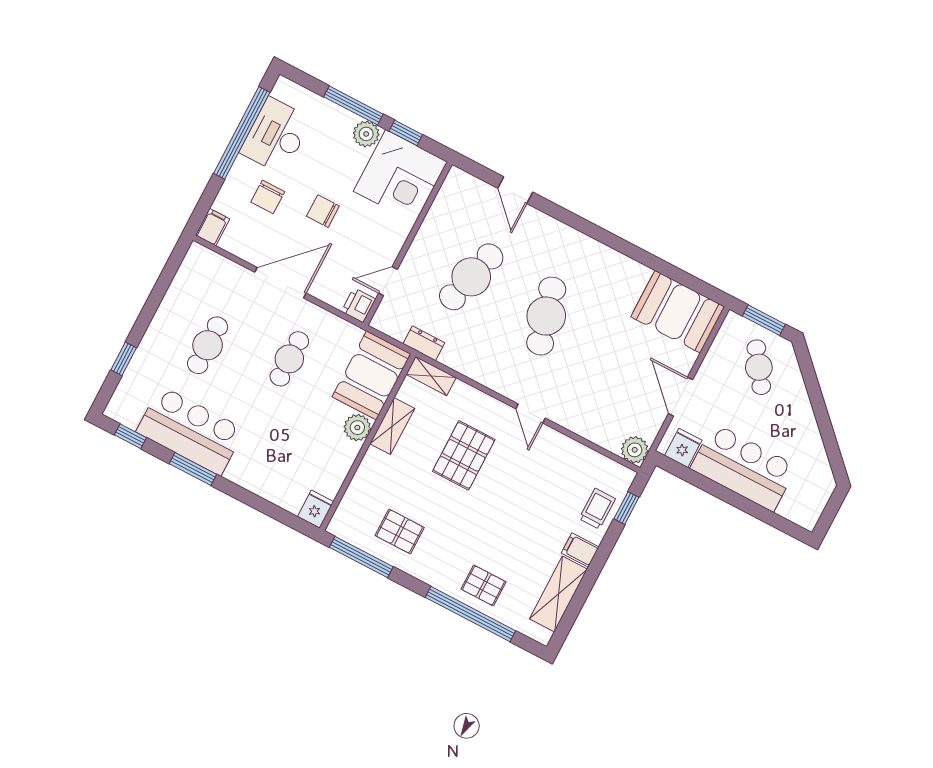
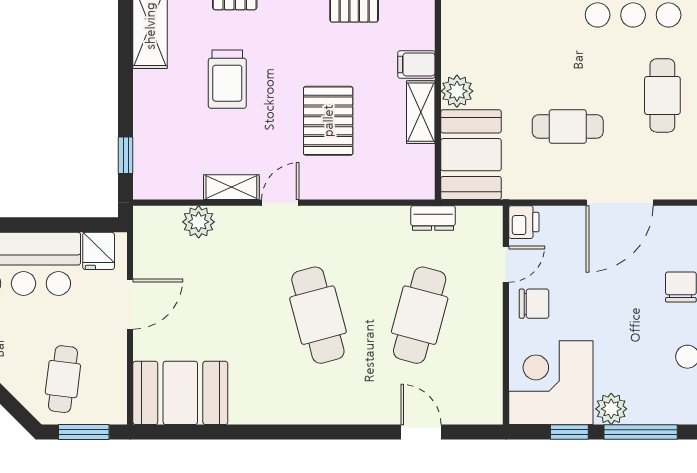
chair: (323, 211) -> (534, 304), moved
cafe table: (289, 359) -> (568, 126), turned 90
cafe table: (759, 367) -> (63, 379), turned 42
shelving: (431, 376) -> (231, 187), moved
door: (681, 397) -> (130, 304), hinge flipped
door: (531, 413) -> (280, 203), hinge flipped
plant: (635, 450) -> (199, 222), moved
trolley: (597, 509) -> (227, 79), moved, width x1.36, depth x1.39
filing cabinet: (580, 550) -> (416, 64), moved, turned 180

